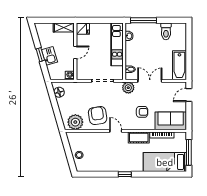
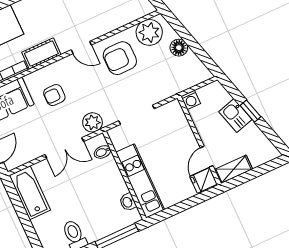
door: (75, 52) -> (207, 157), moved
floor lamp: (59, 92) -> (179, 48), moved
armchair: (98, 116) -> (120, 58), turned 99

